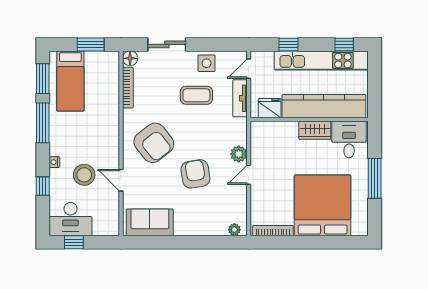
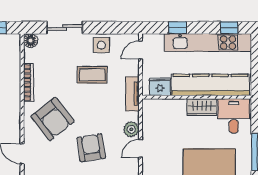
bookcase: (128, 88) -> (28, 83), moved
tv unit: (240, 98) -> (132, 94), moved

